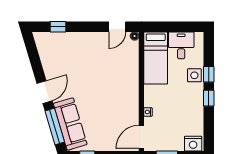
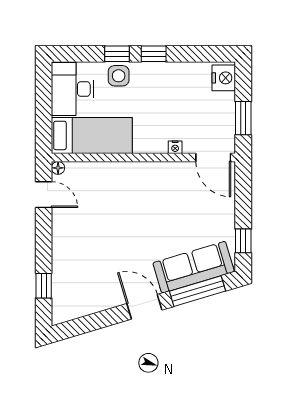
desk: (181, 45) -> (72, 89), width x1.37

